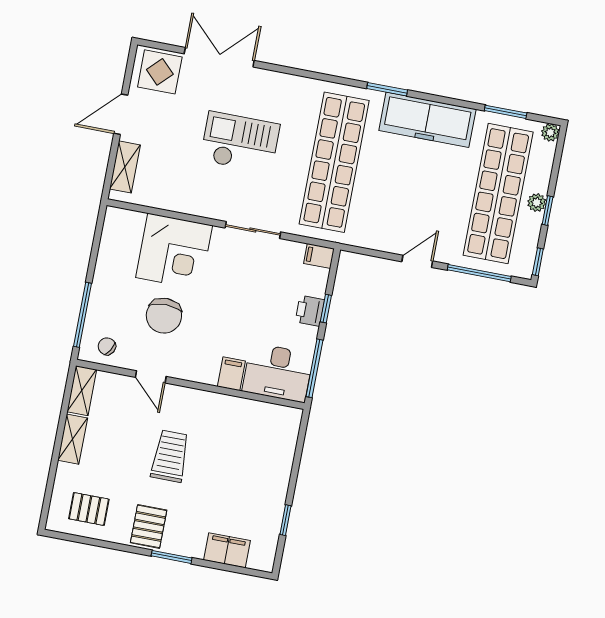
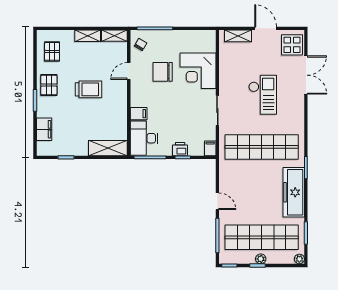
shelving: (283, 441) -> (108, 148), added
pallet: (149, 526) -> (49, 85), turned 90

